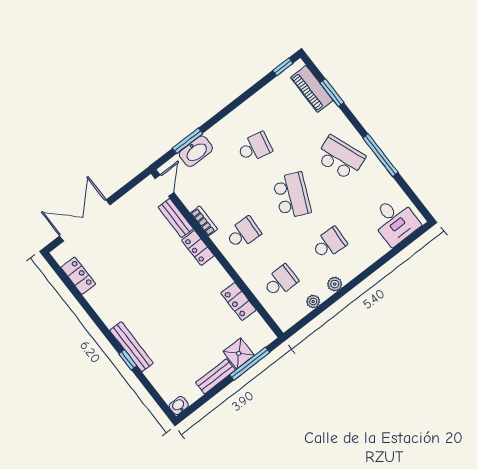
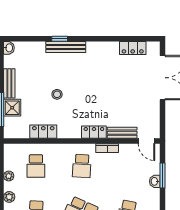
washbasin: (196, 151) -> (155, 181), width x0.52, depth x0.69
stool: (188, 317) -> (57, 94), added

